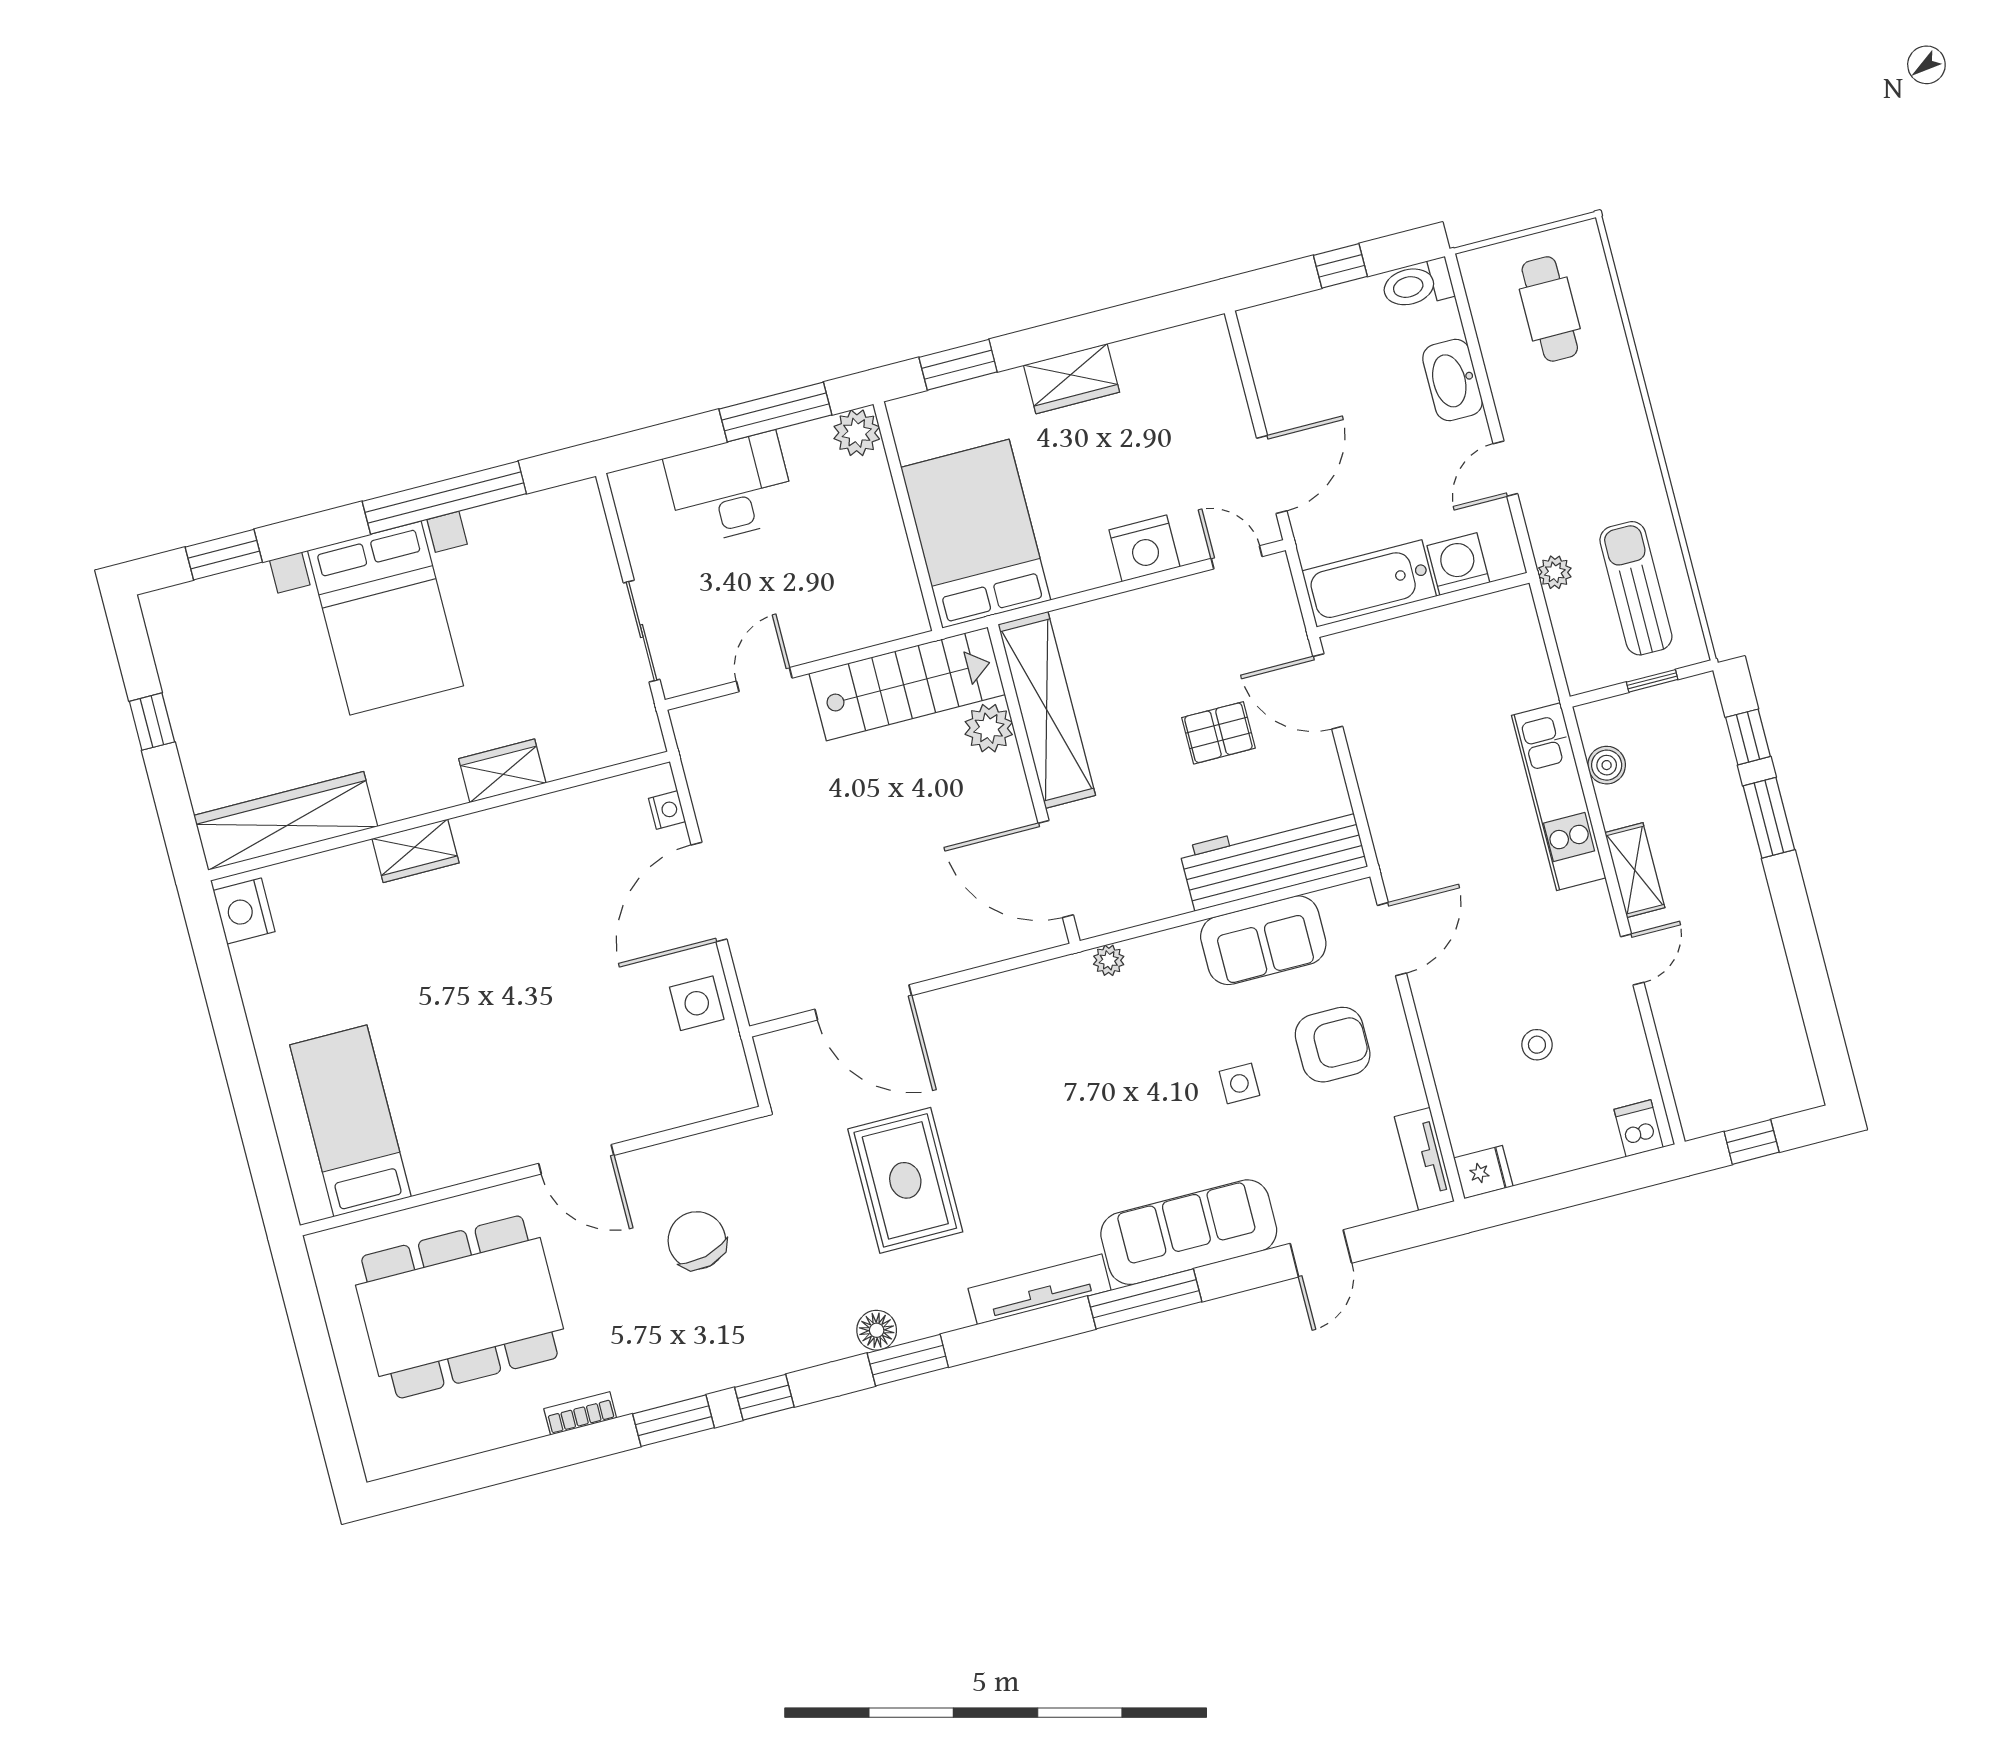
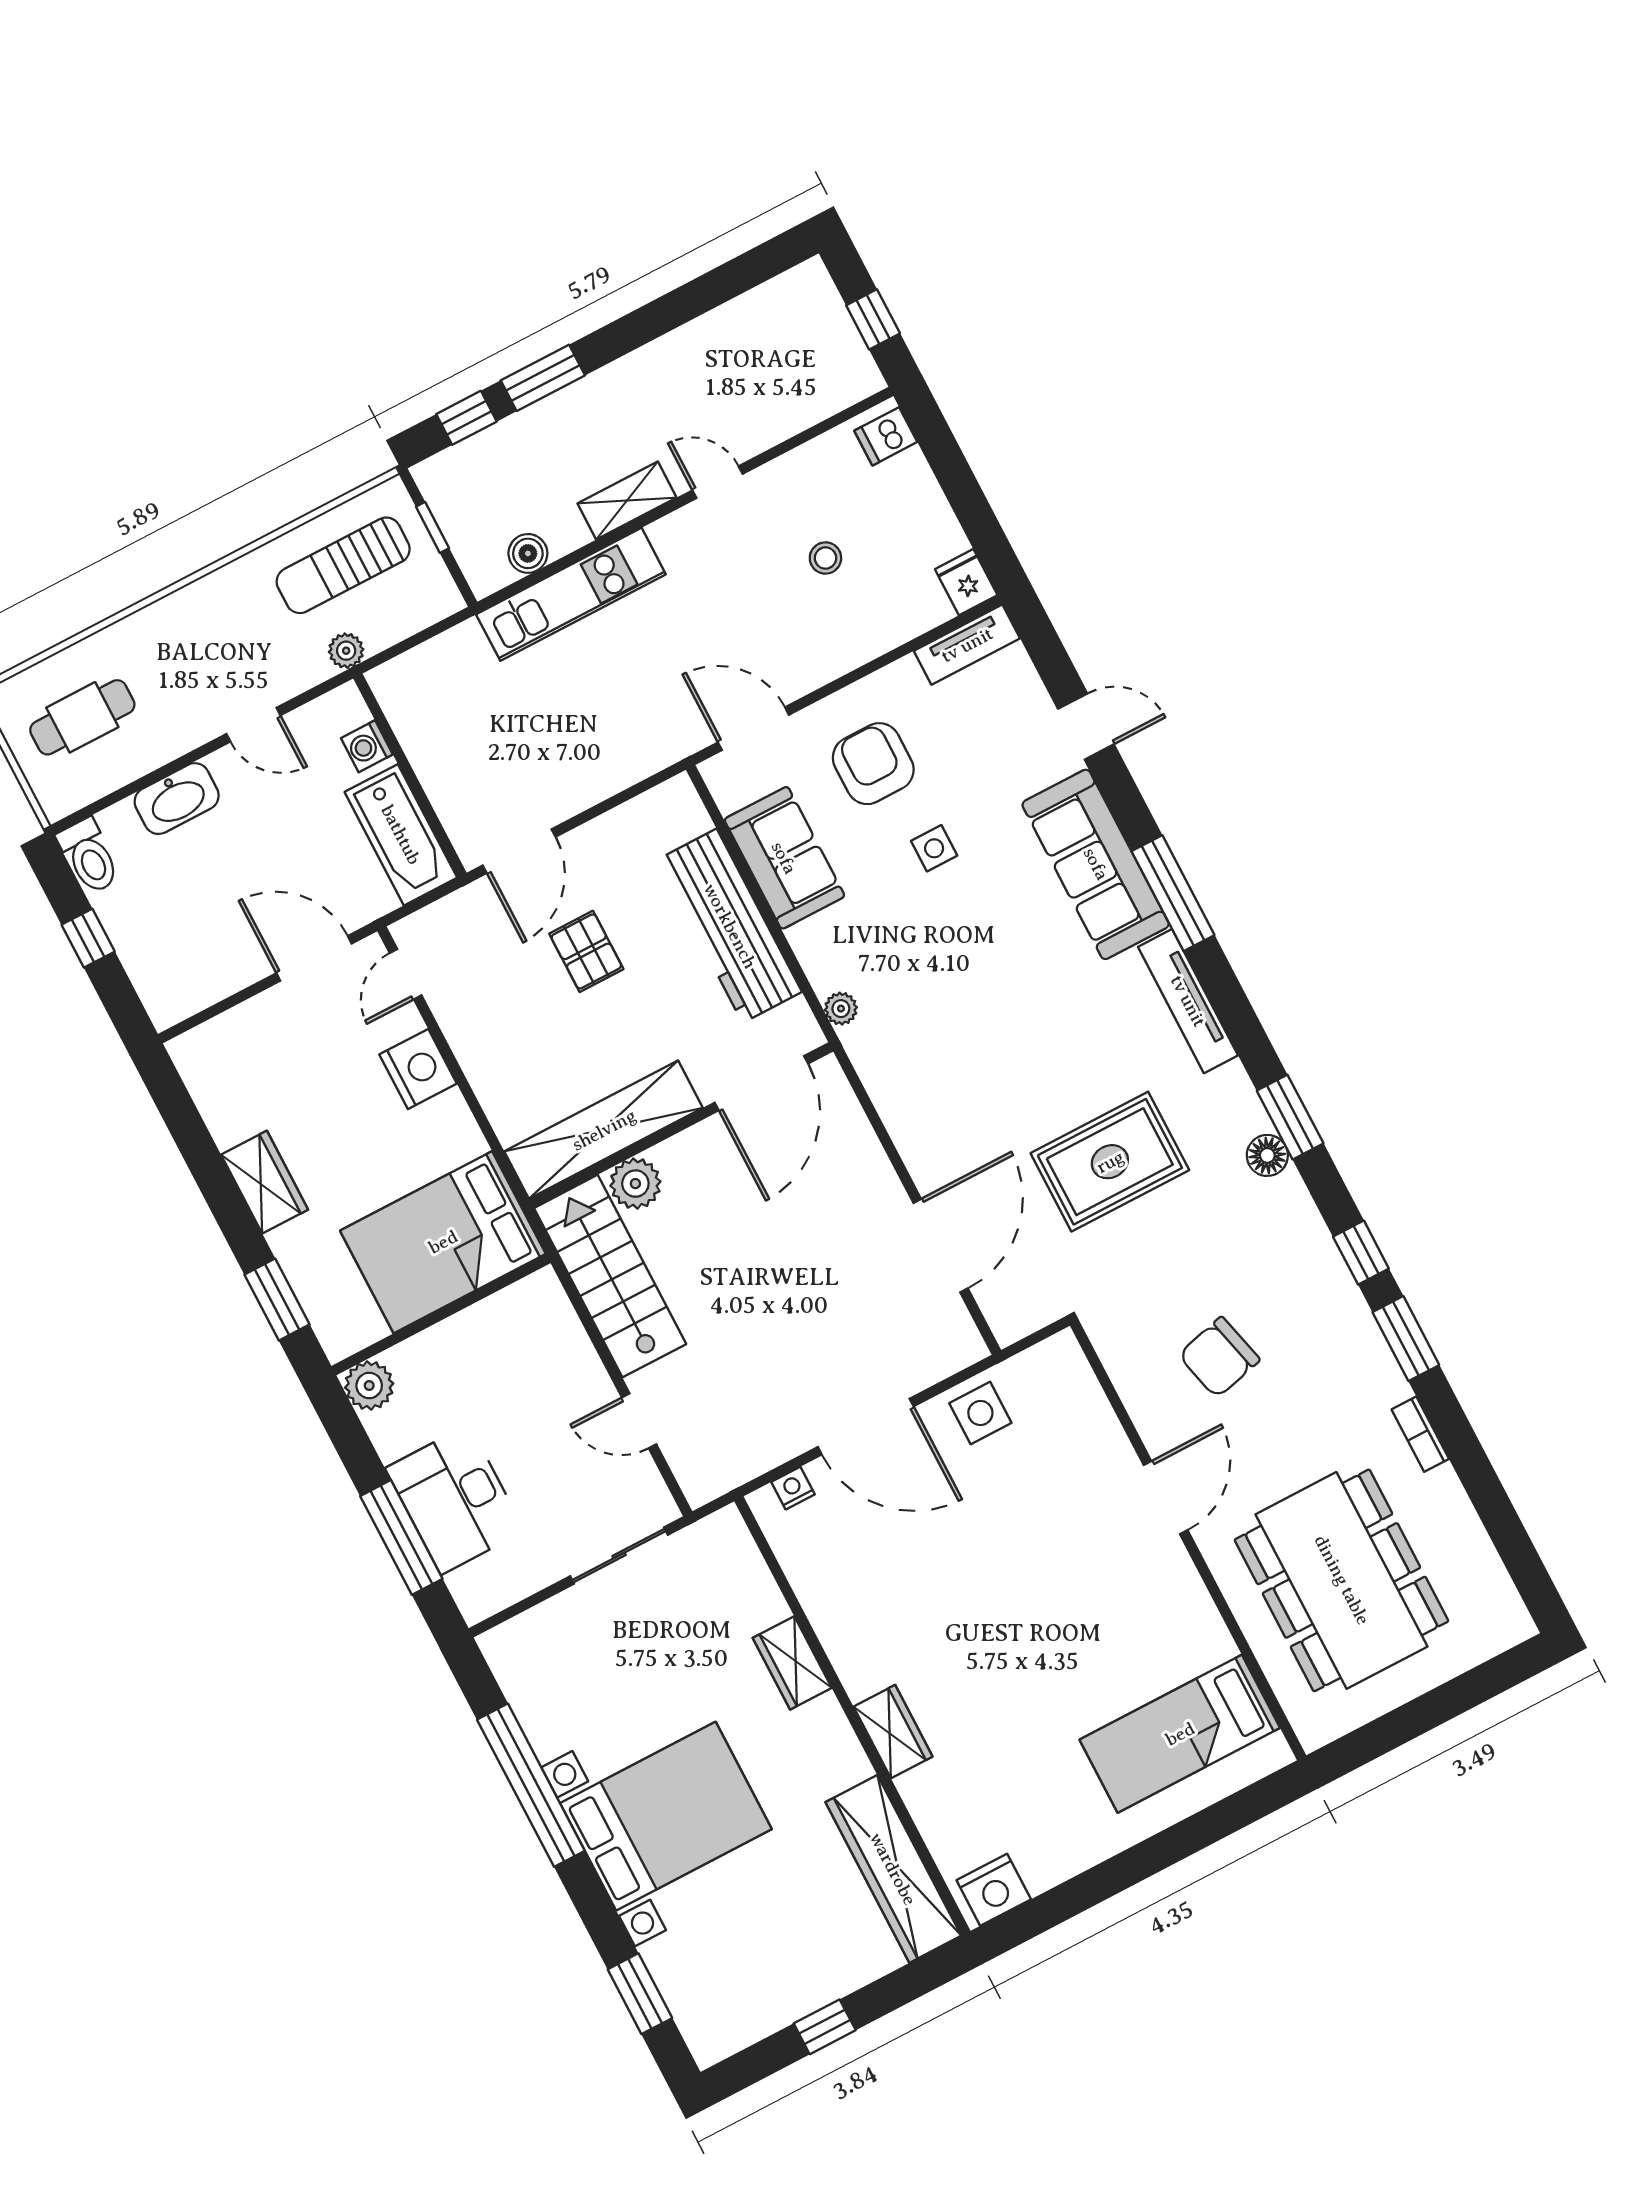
window: (775, 412) -> (401, 1537), moved
washing machine: (1458, 564) -> (367, 746), width x0.73, depth x0.73
workbench: (1273, 857) -> (730, 926), moved

